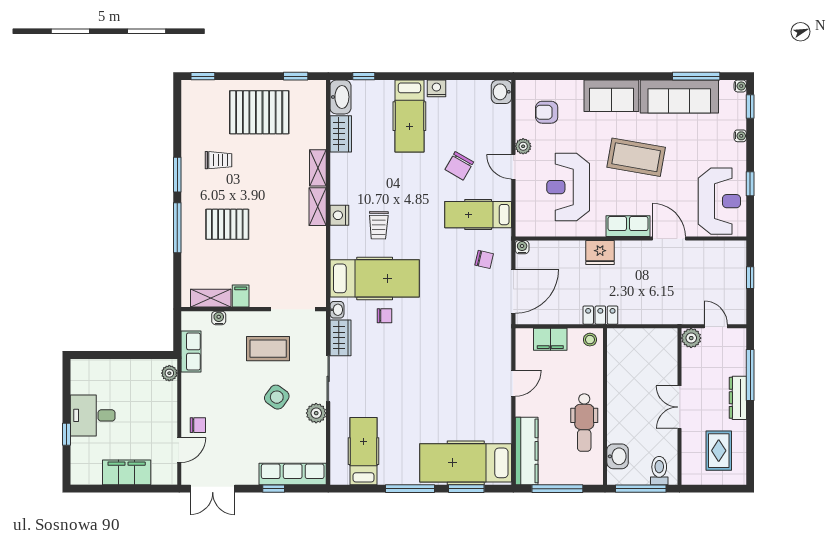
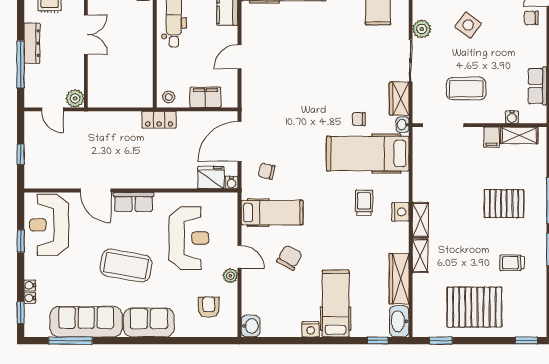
water cooler: (740, 86) -> (30, 298), moved
armchair: (547, 112) -> (209, 307), turned -90
wardrobe: (341, 134) -> (399, 279), width x1.50
fridge: (600, 253) -> (211, 178), moved
side table: (277, 397) -> (468, 25), moved

